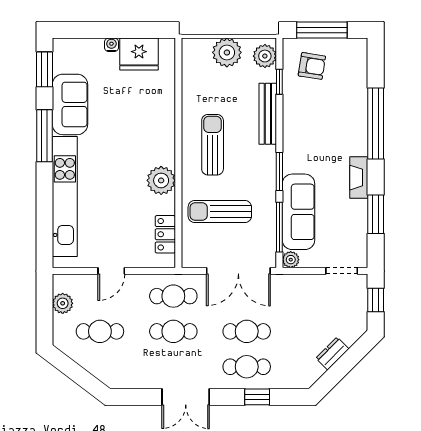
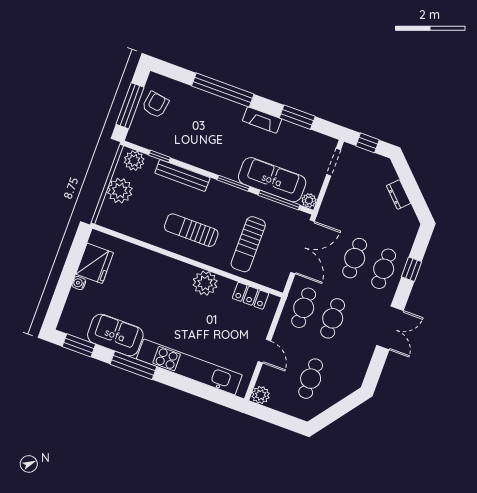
armchair: (312, 66) -> (155, 105), moved
plant: (63, 303) -> (261, 395), moved

